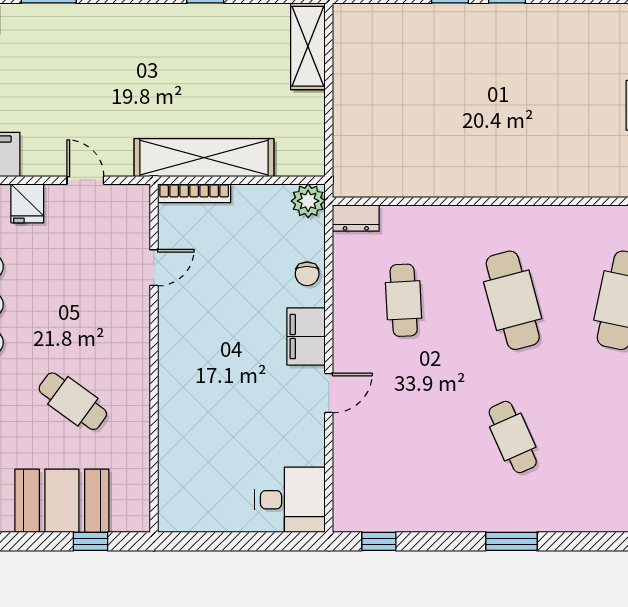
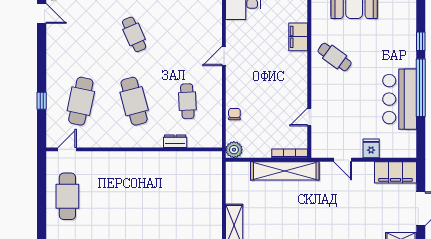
dresser: (356, 218) -> (175, 141), moved
filing cabinet: (306, 337) -> (298, 37), moved, turned 180
cafe table: (73, 401) -> (335, 57), moved

